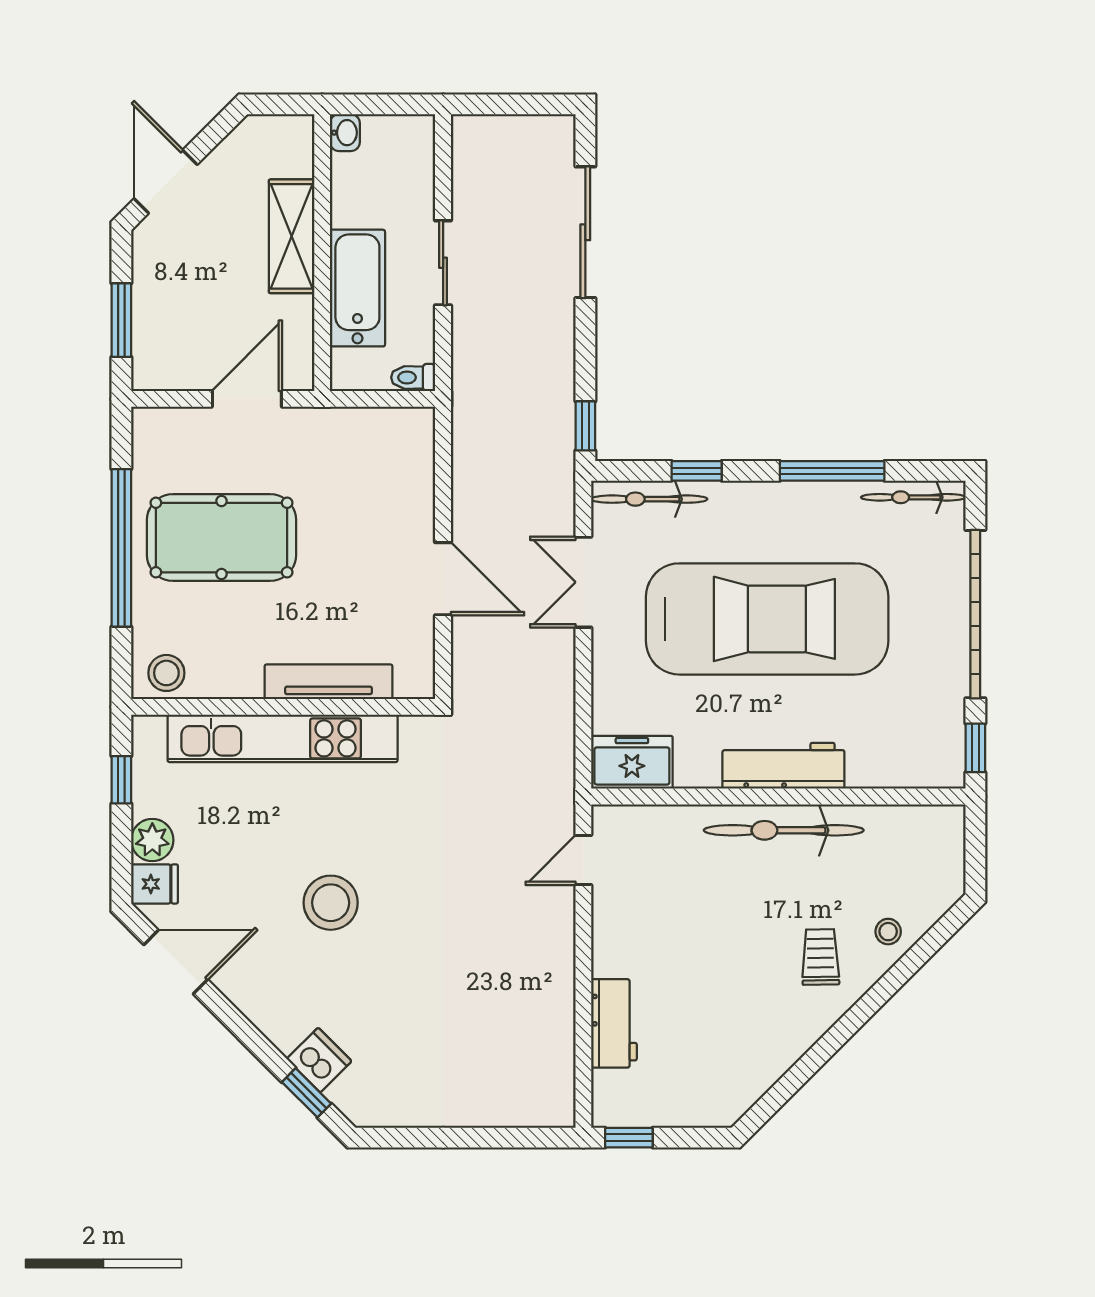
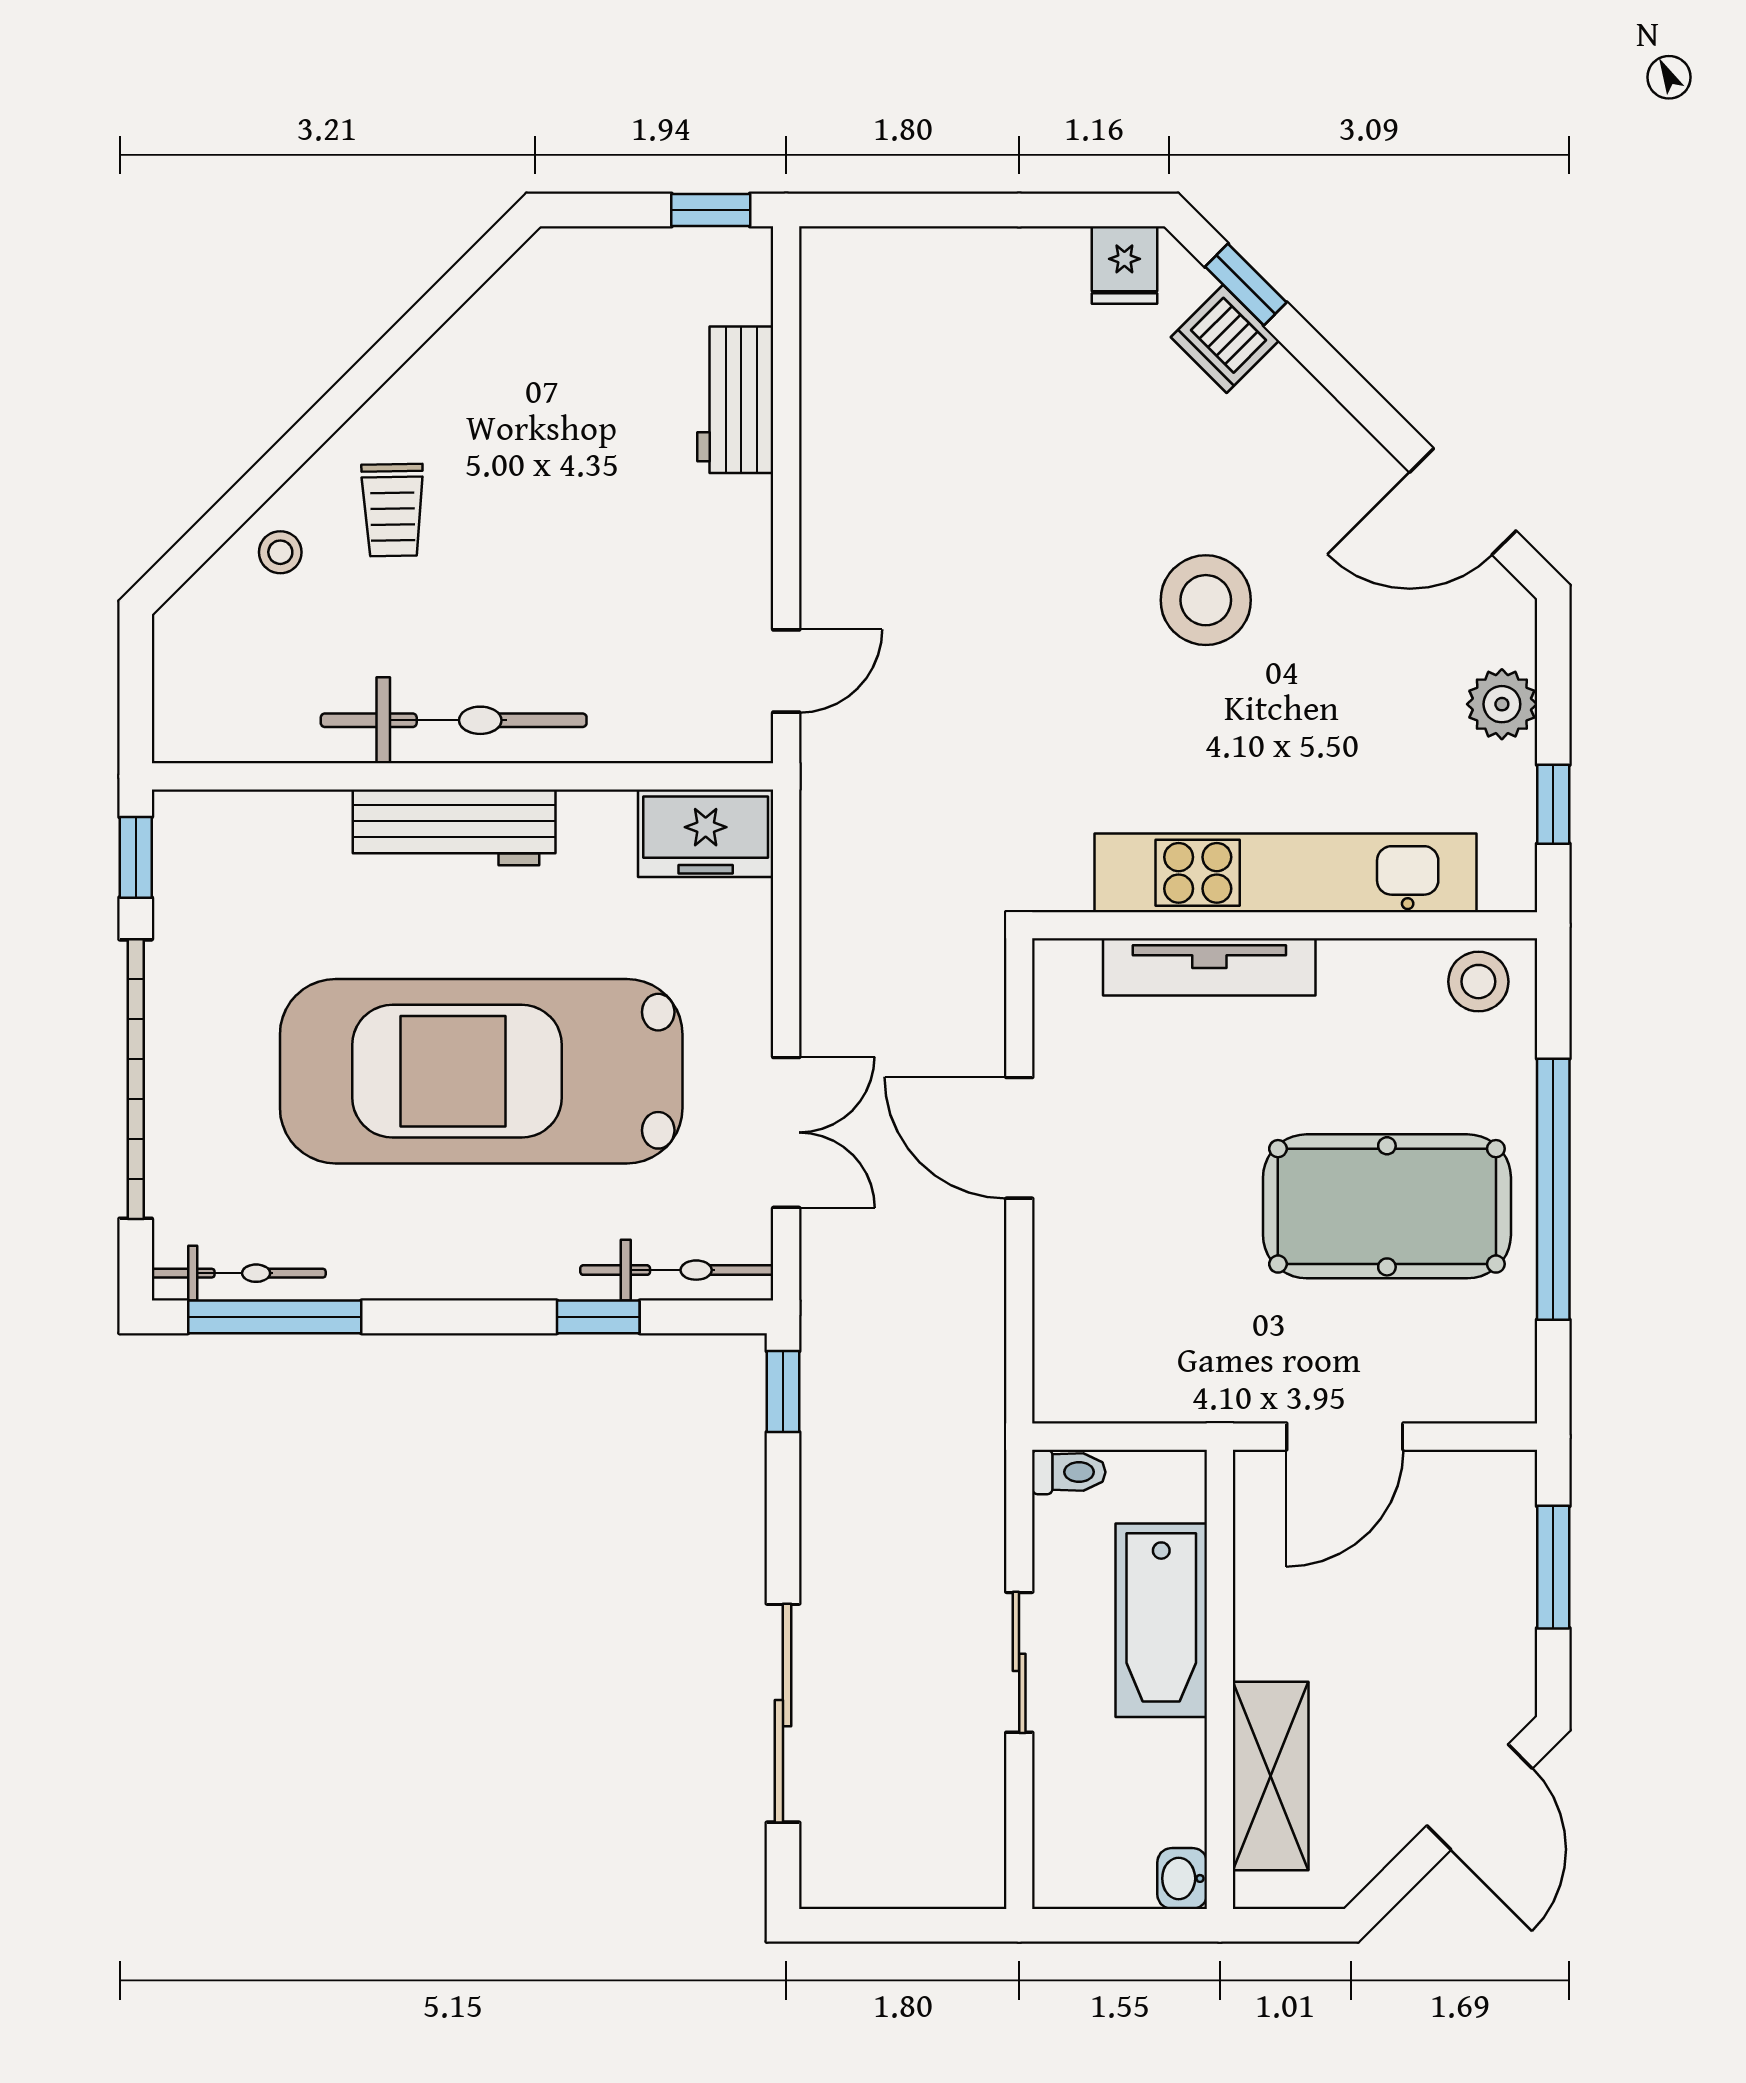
shelving: (292, 236) -> (1271, 1776), moved
window: (832, 471) -> (275, 1317), moved
fridge: (155, 884) -> (1124, 265), moved, turned -90

